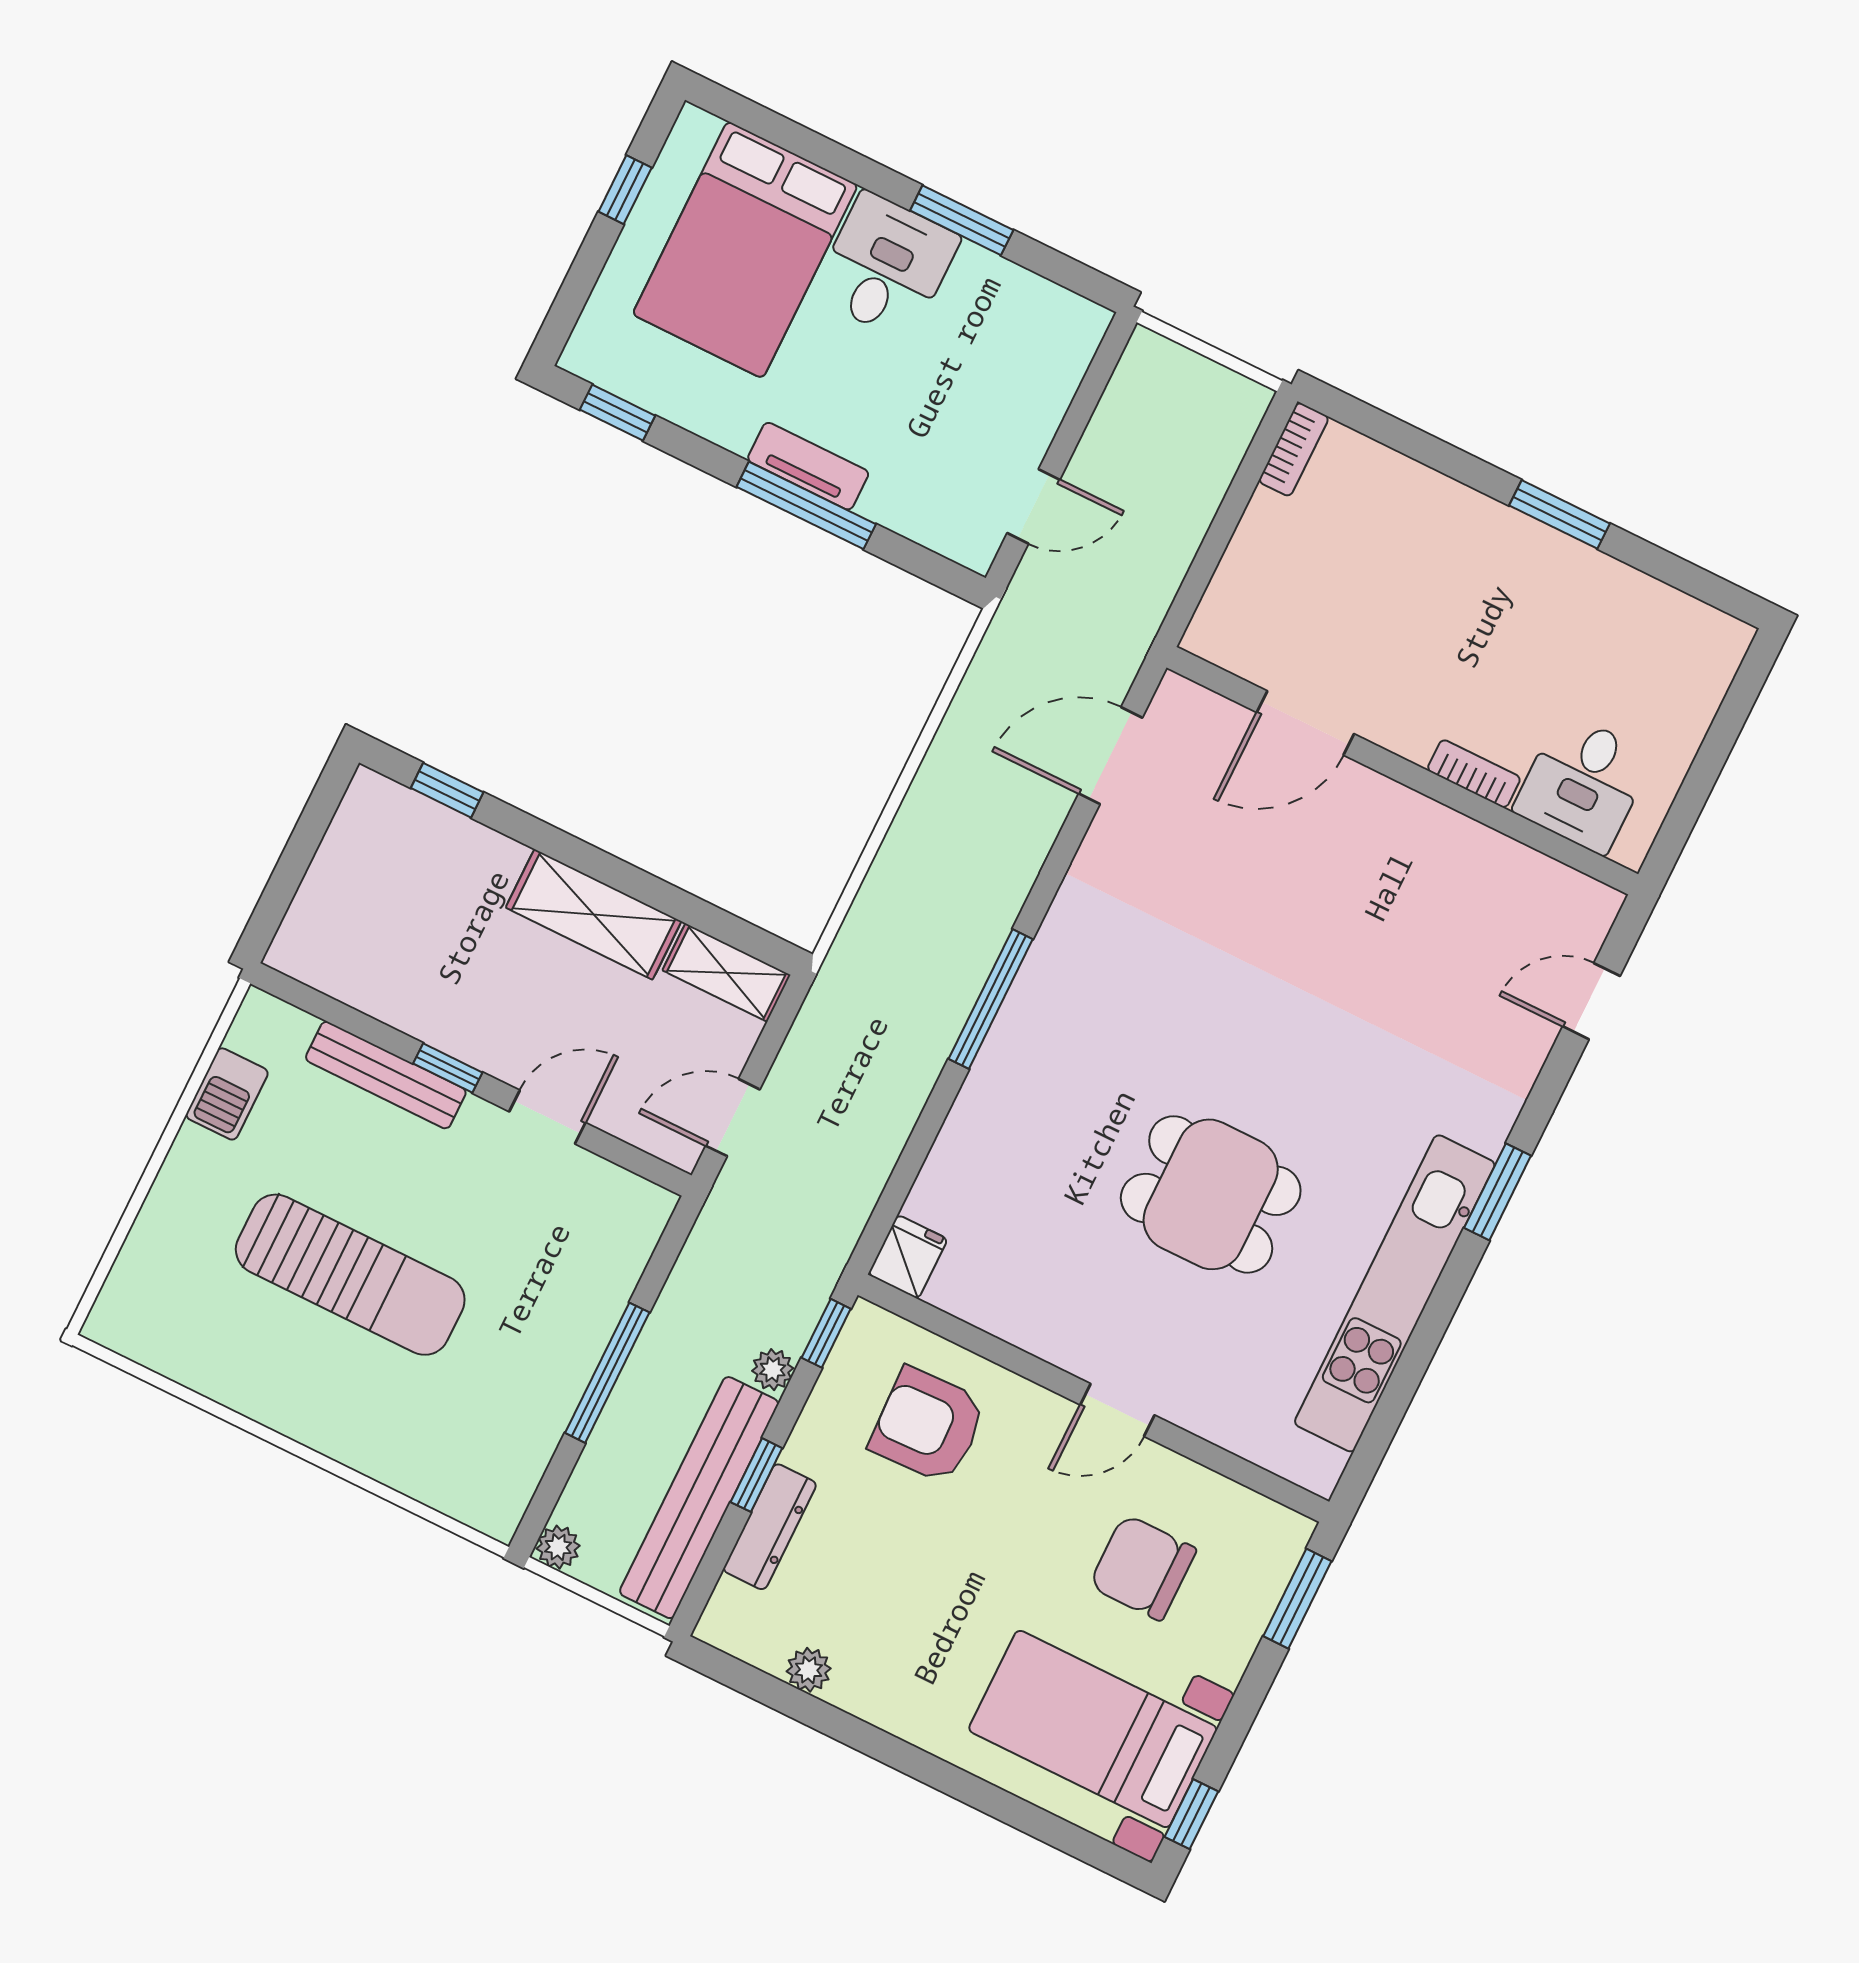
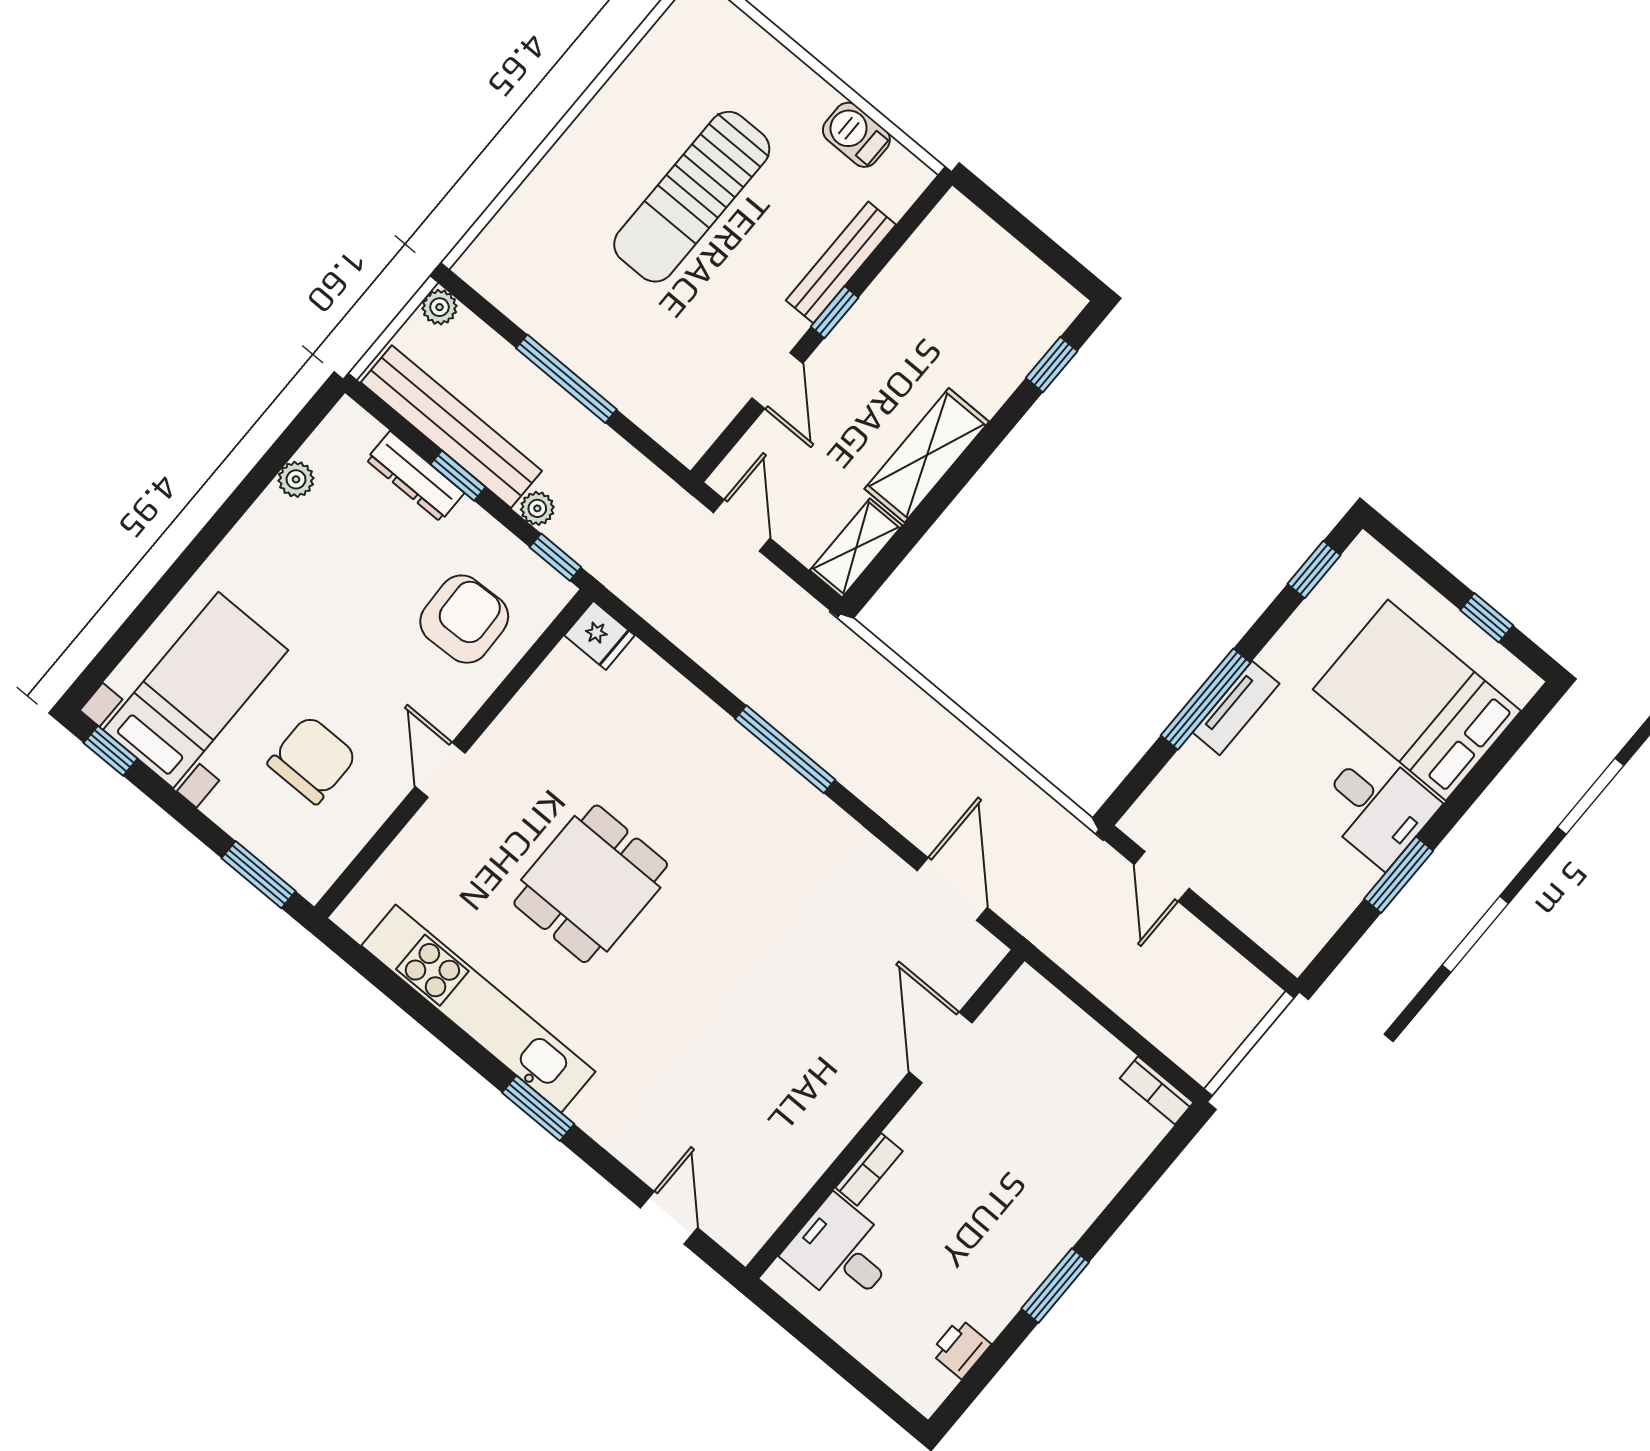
printer: (1663, 610) -> (960, 1348), added

